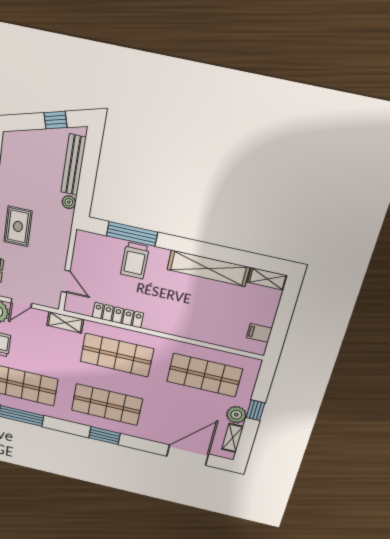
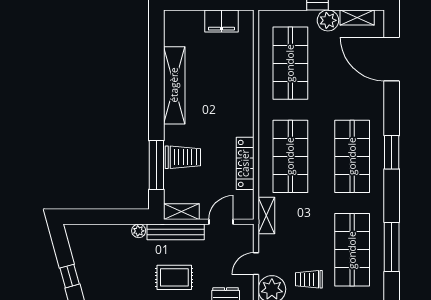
window: (55, 120) -> (70, 276), moved
bench: (73, 165) -> (176, 232), moved
shelving: (268, 279) -> (181, 212), moved, turned 90
door: (21, 303) -> (256, 264), swing flipped
filing cabinet: (259, 333) -> (221, 21), width x2.00

